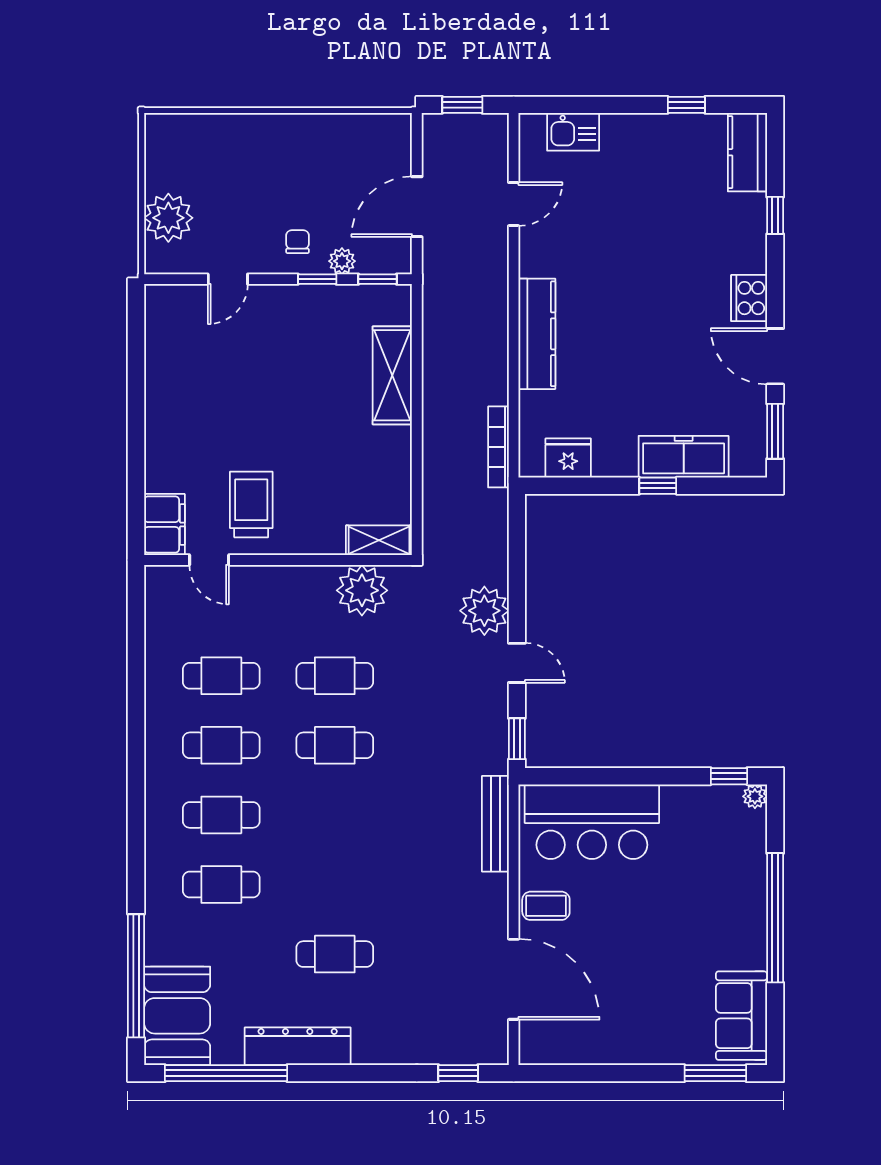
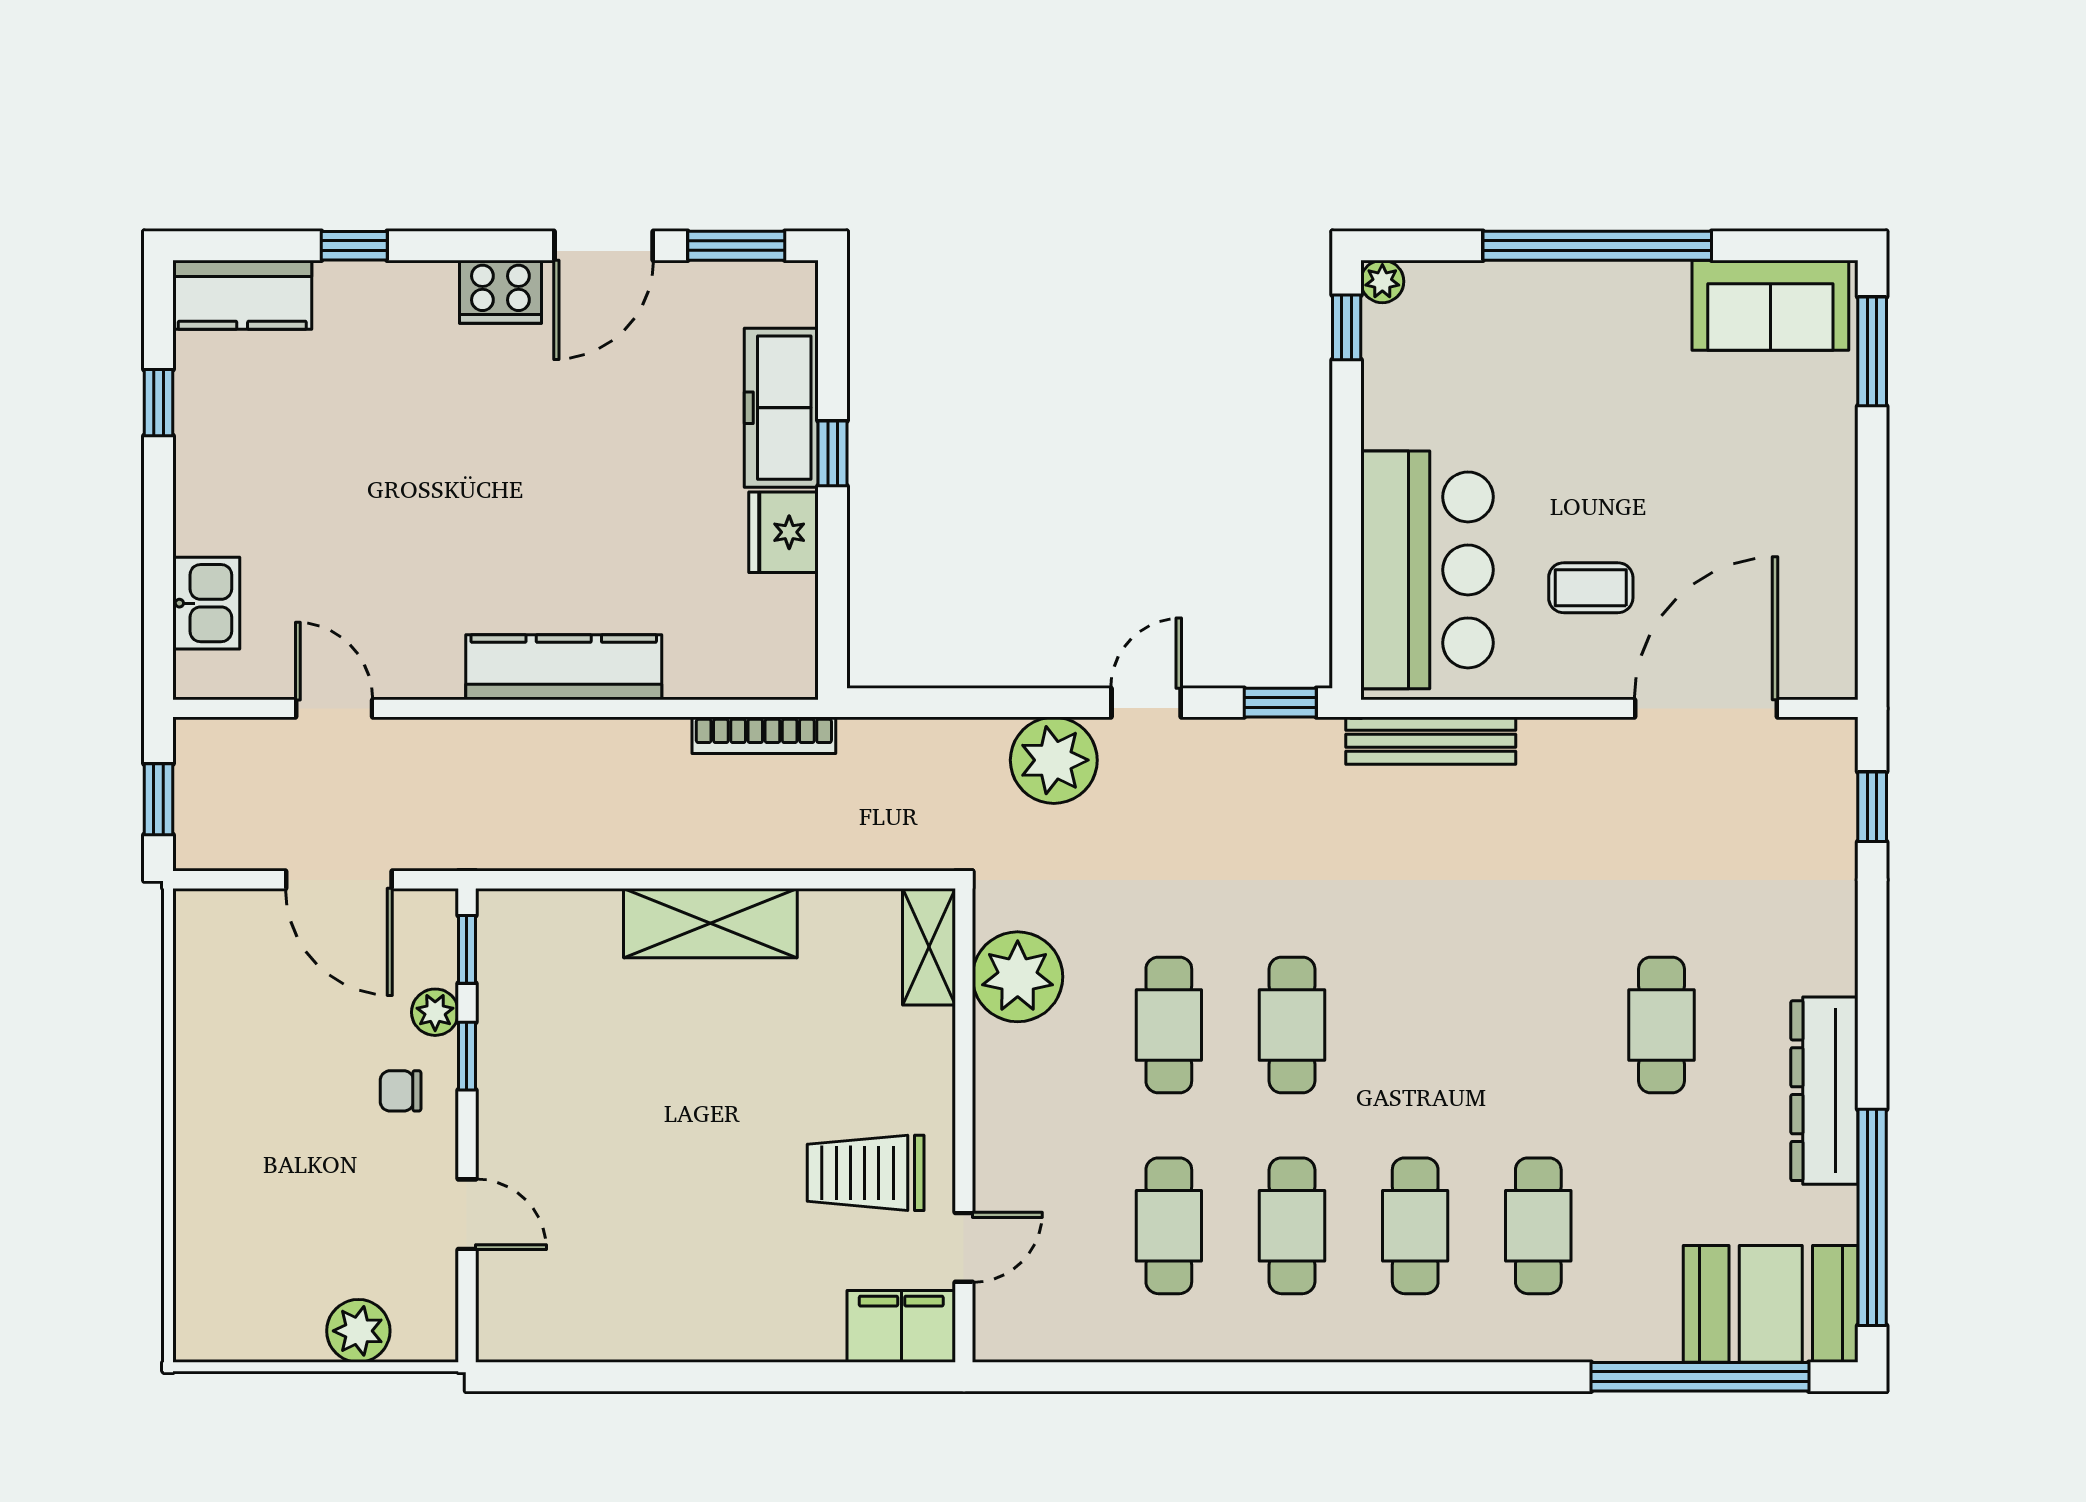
plant: (168, 218) -> (358, 1331), width x0.73, depth x0.73
shelving: (392, 375) -> (710, 923), moved
fridge: (568, 458) -> (784, 532), moved
coffee table: (546, 906) -> (1591, 588), moved, turned 90

